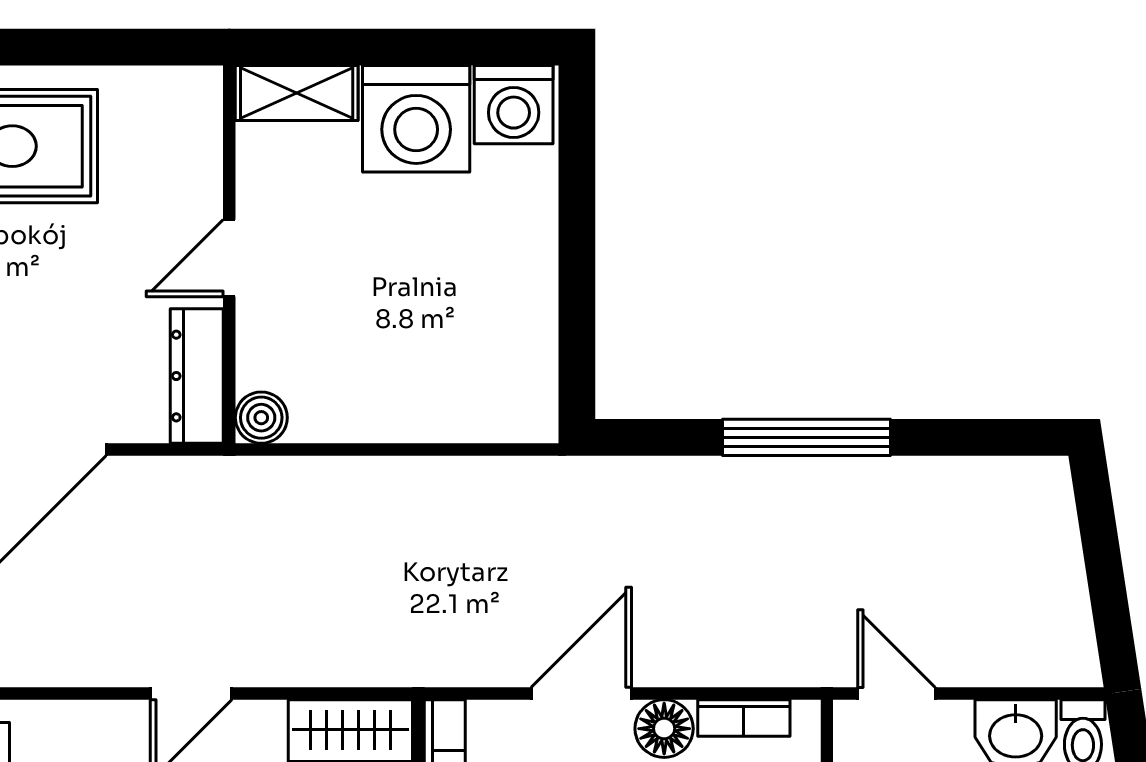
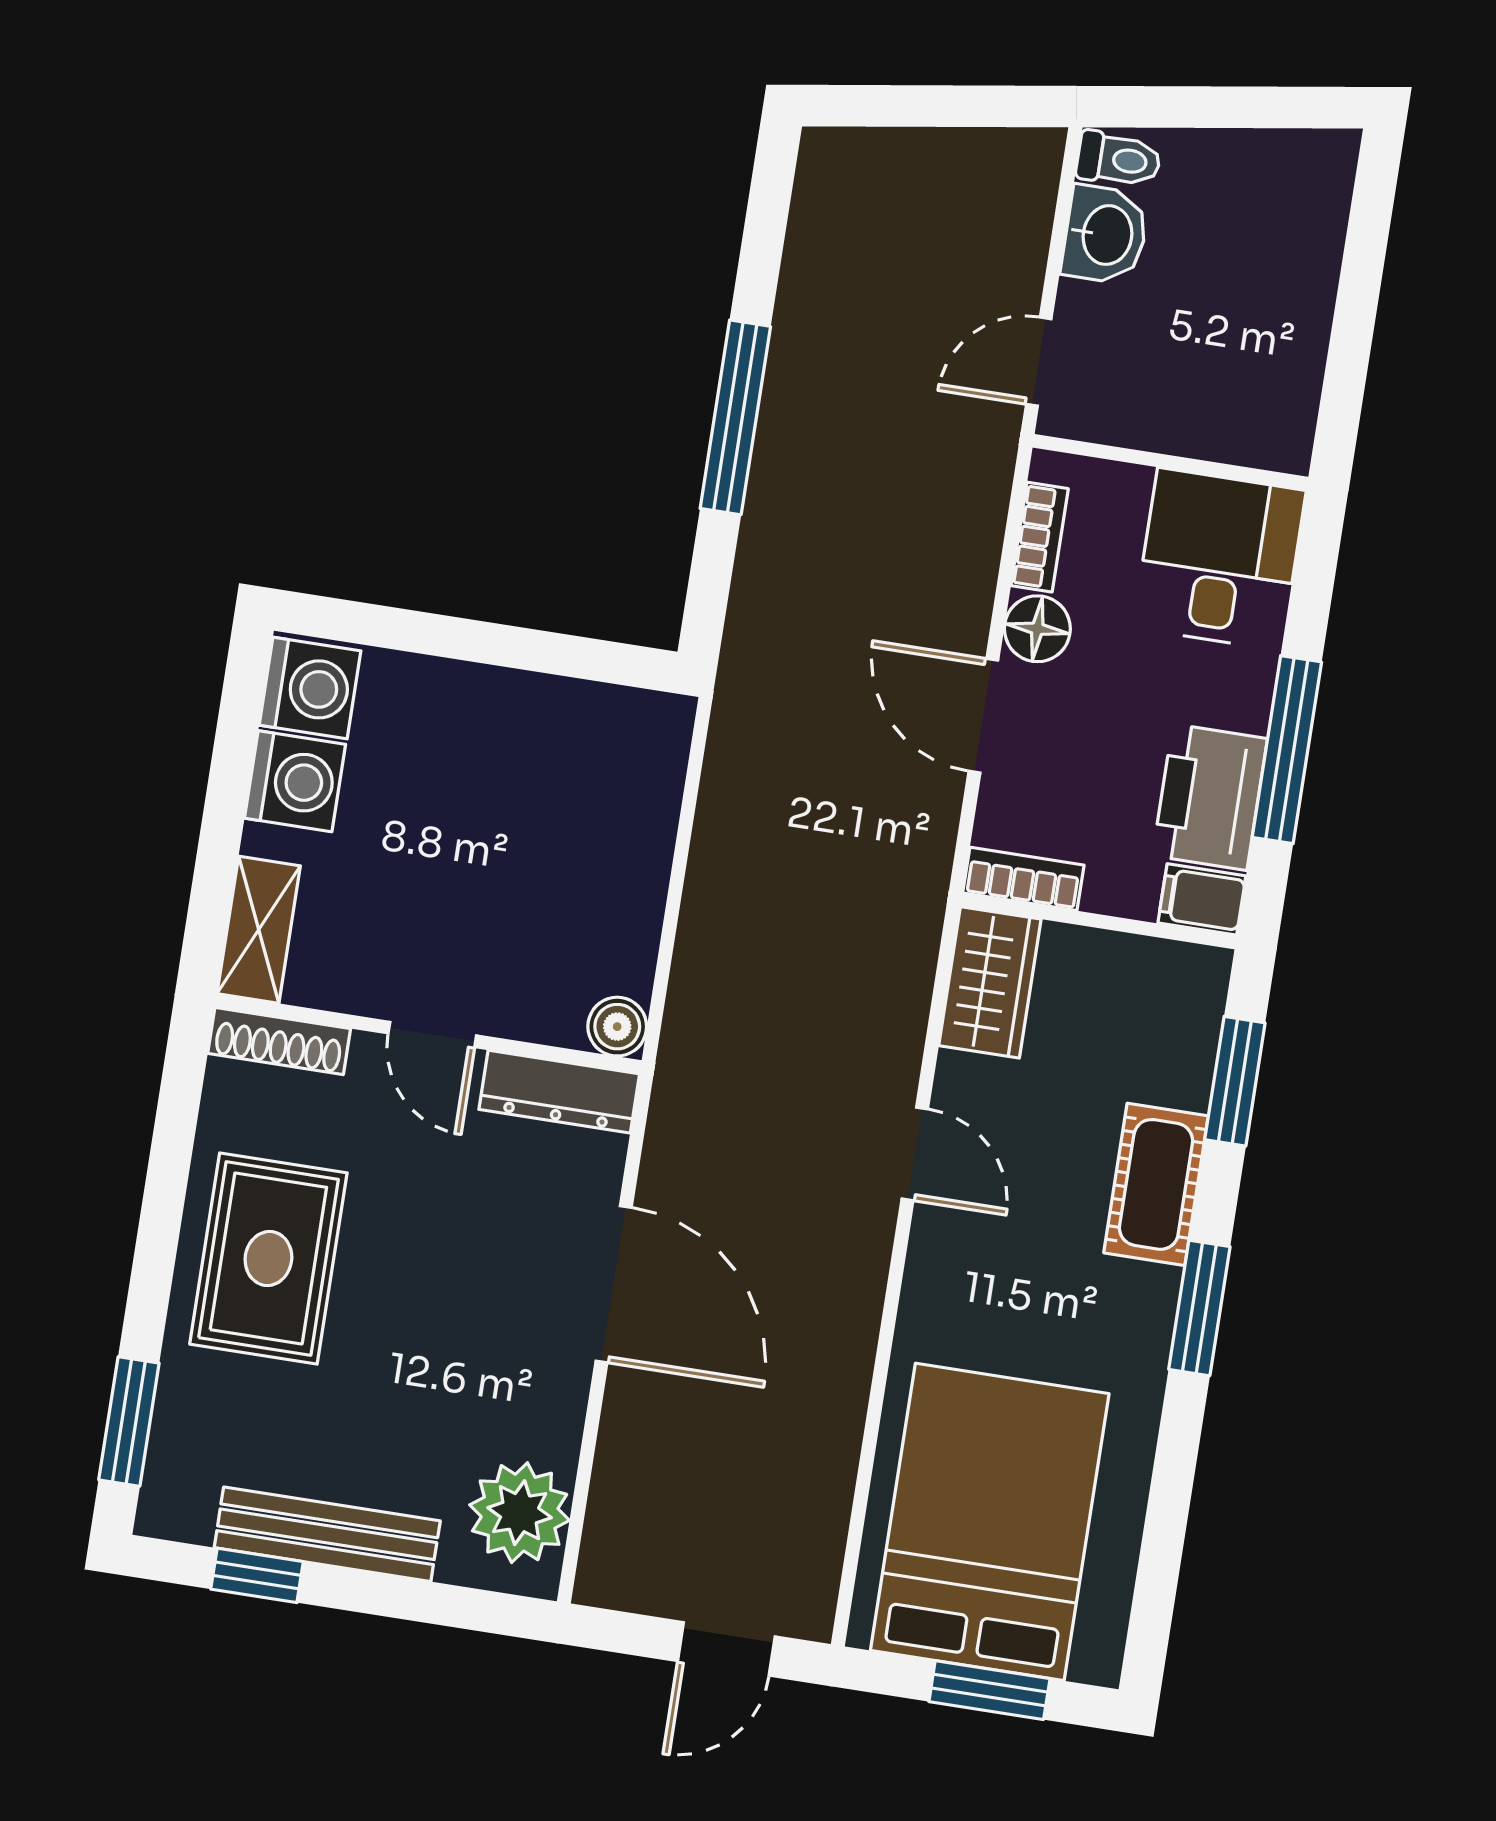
washing machine: (416, 119) -> (295, 781), width x0.73, depth x0.73
shoe rack: (203, 126) -> (279, 1041), added

